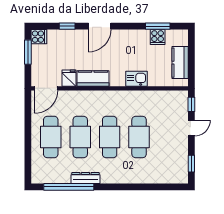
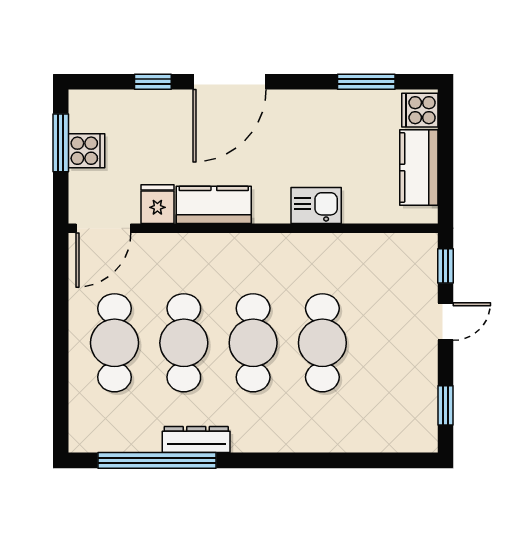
door: (100, 26) -> (230, 82), width x1.36
cooker: (39, 37) -> (86, 151), moved
cooker: (158, 37) -> (420, 110), moved, turned 90

